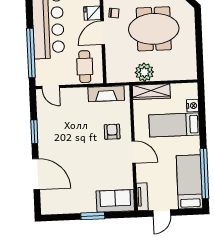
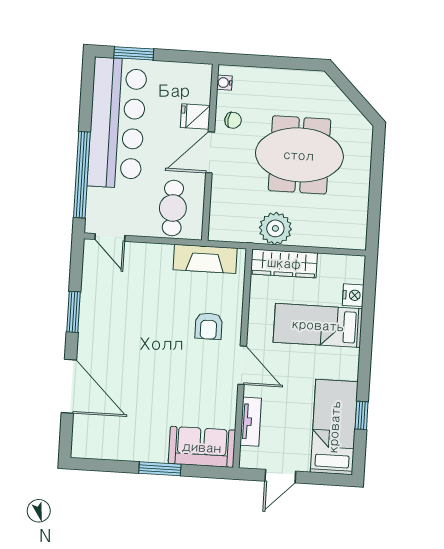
armchair: (112, 132) -> (209, 326), turned 180
window: (204, 174) -> (362, 415), width x0.32
tv unit: (142, 197) -> (251, 422), moved

